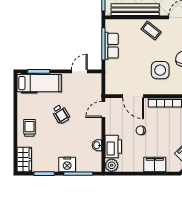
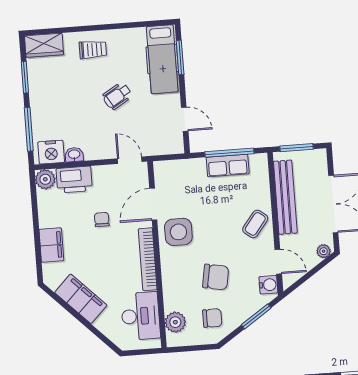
side table: (160, 70) -> (178, 232), moved
nightstand: (67, 164) -> (51, 152), moved, turned -90

